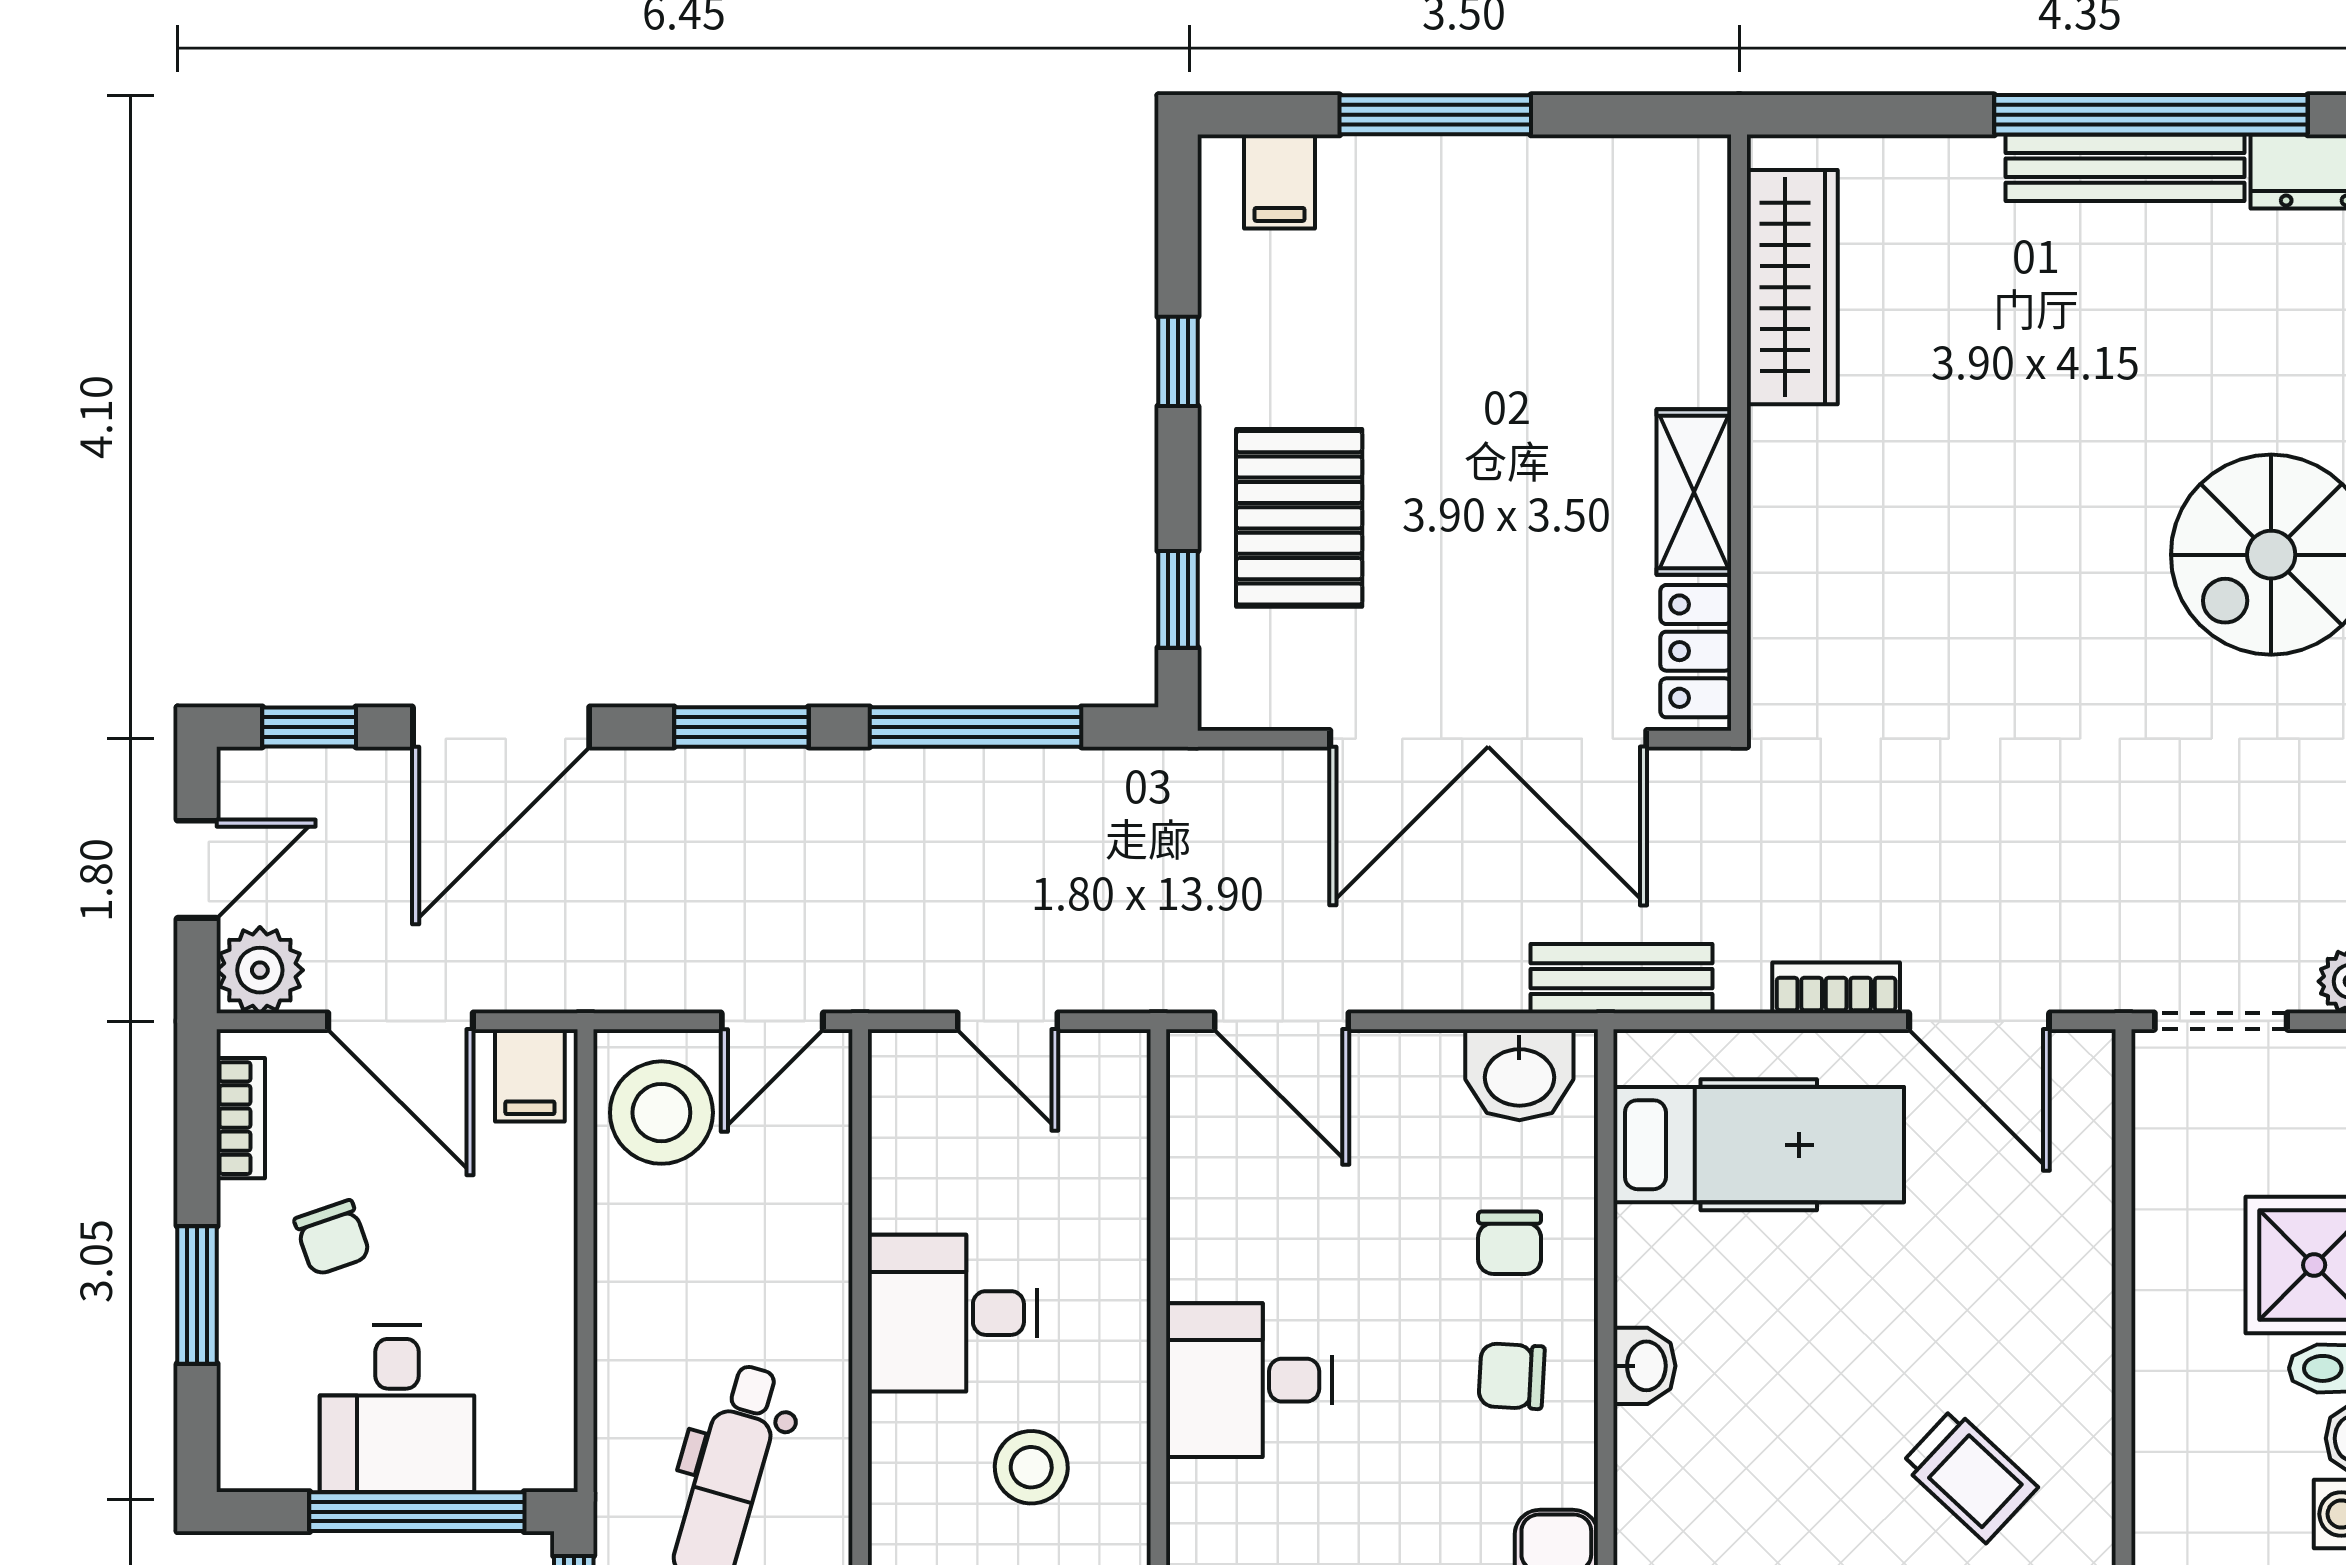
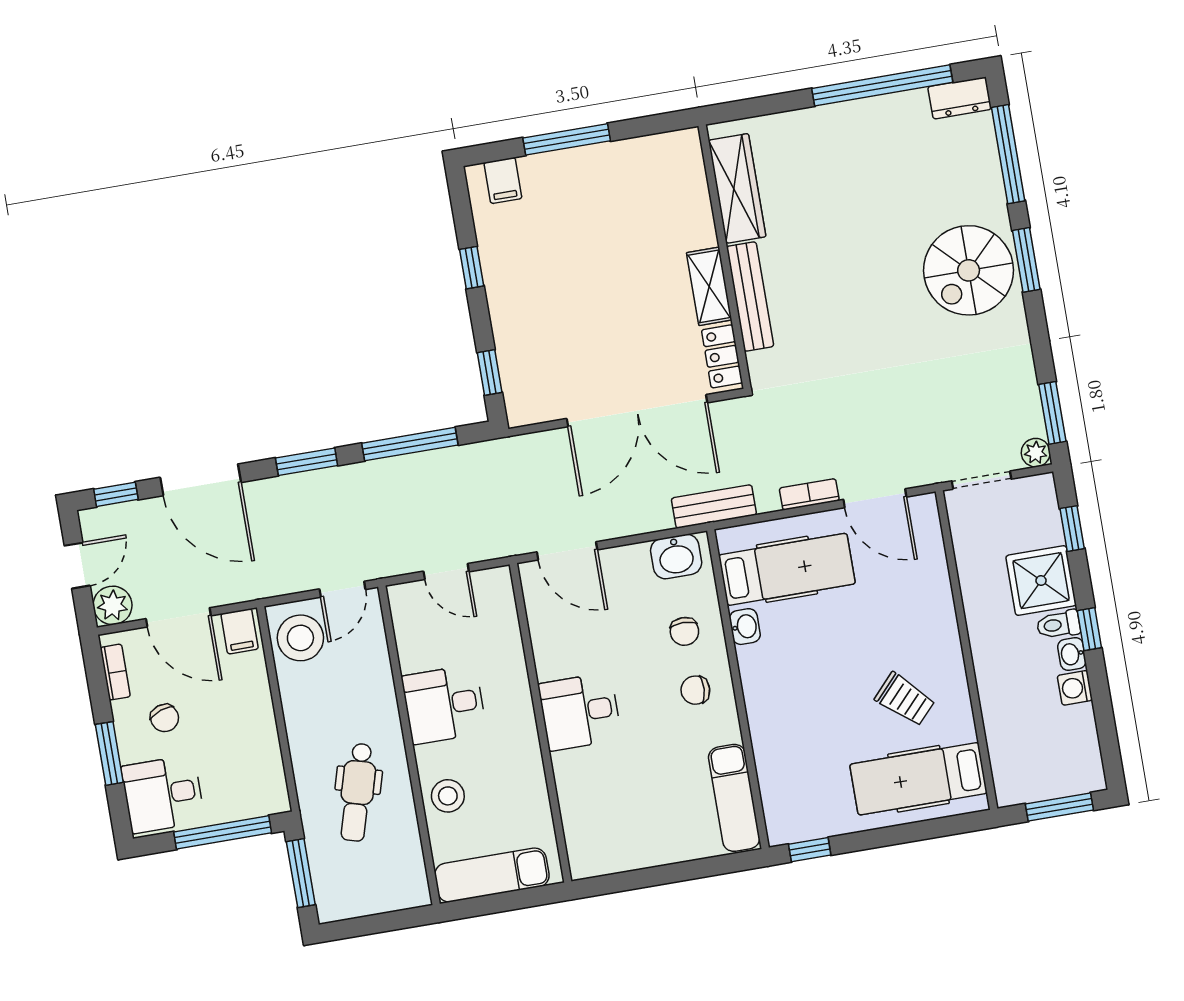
bench: (2125, 168) -> (750, 296), moved, turned 90
pallet: (1299, 518) -> (537, 327), removed
door: (501, 727) -> (201, 480), hinge flipped
washbasin: (1644, 1366) -> (745, 627), moved
desk: (397, 1409) -> (163, 794), moved, turned 90
stool: (1031, 1467) -> (448, 796), moved

